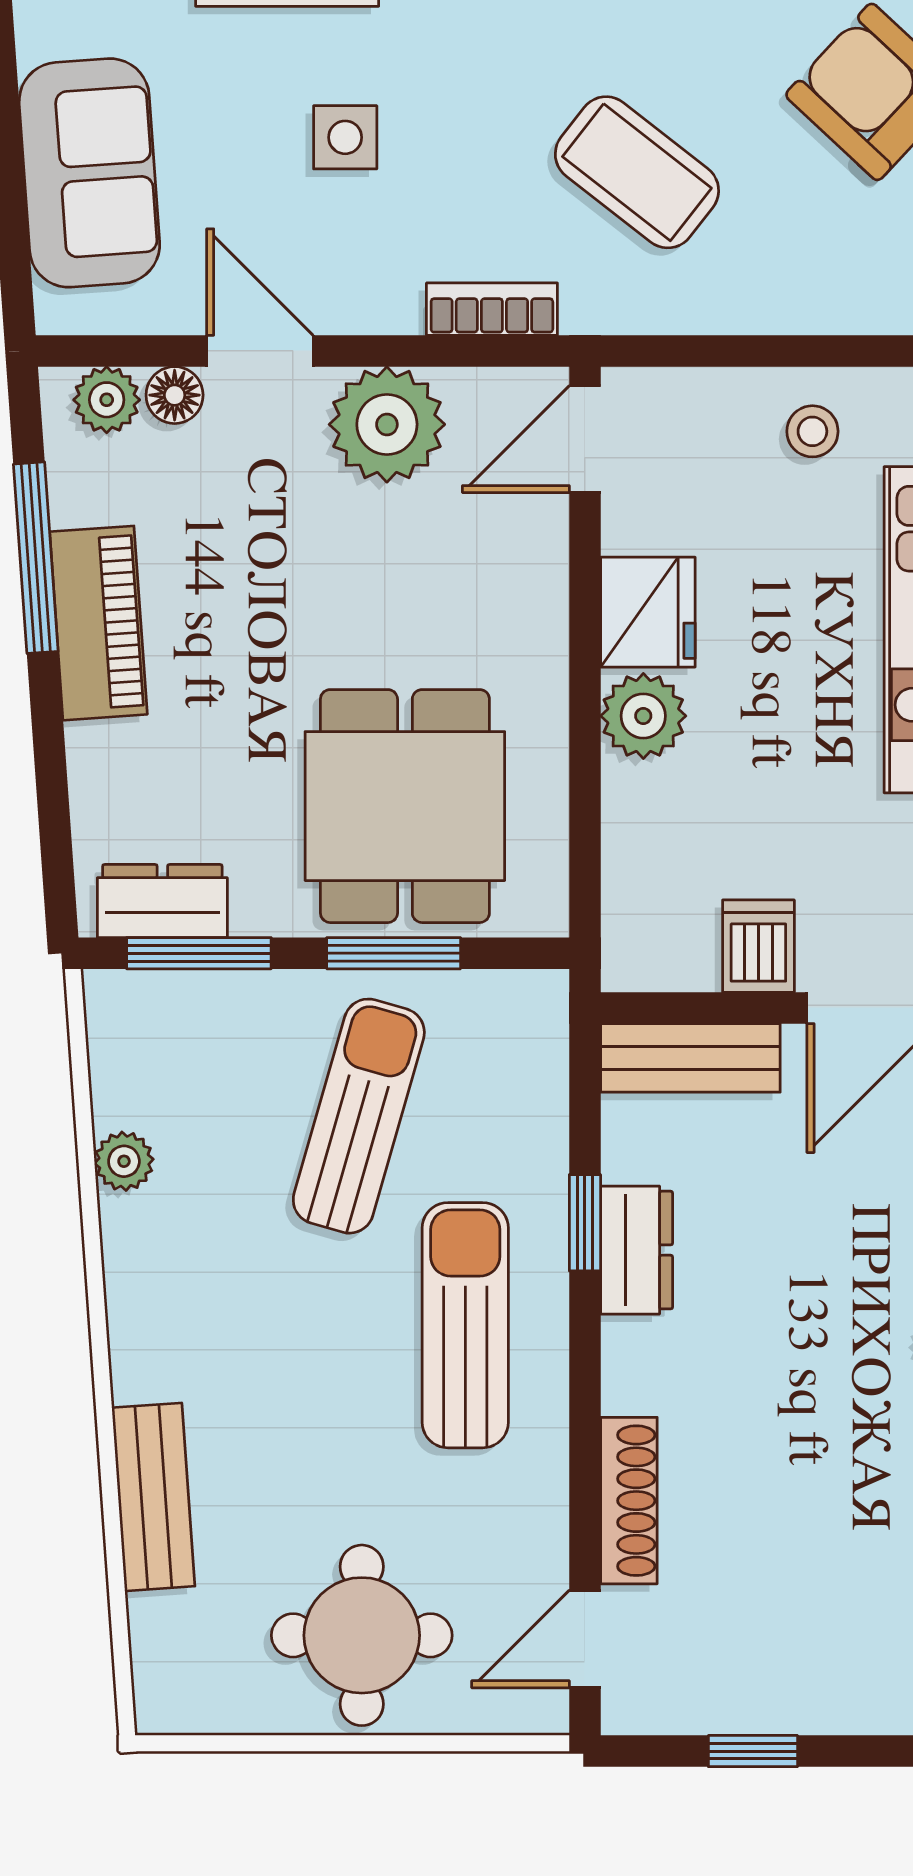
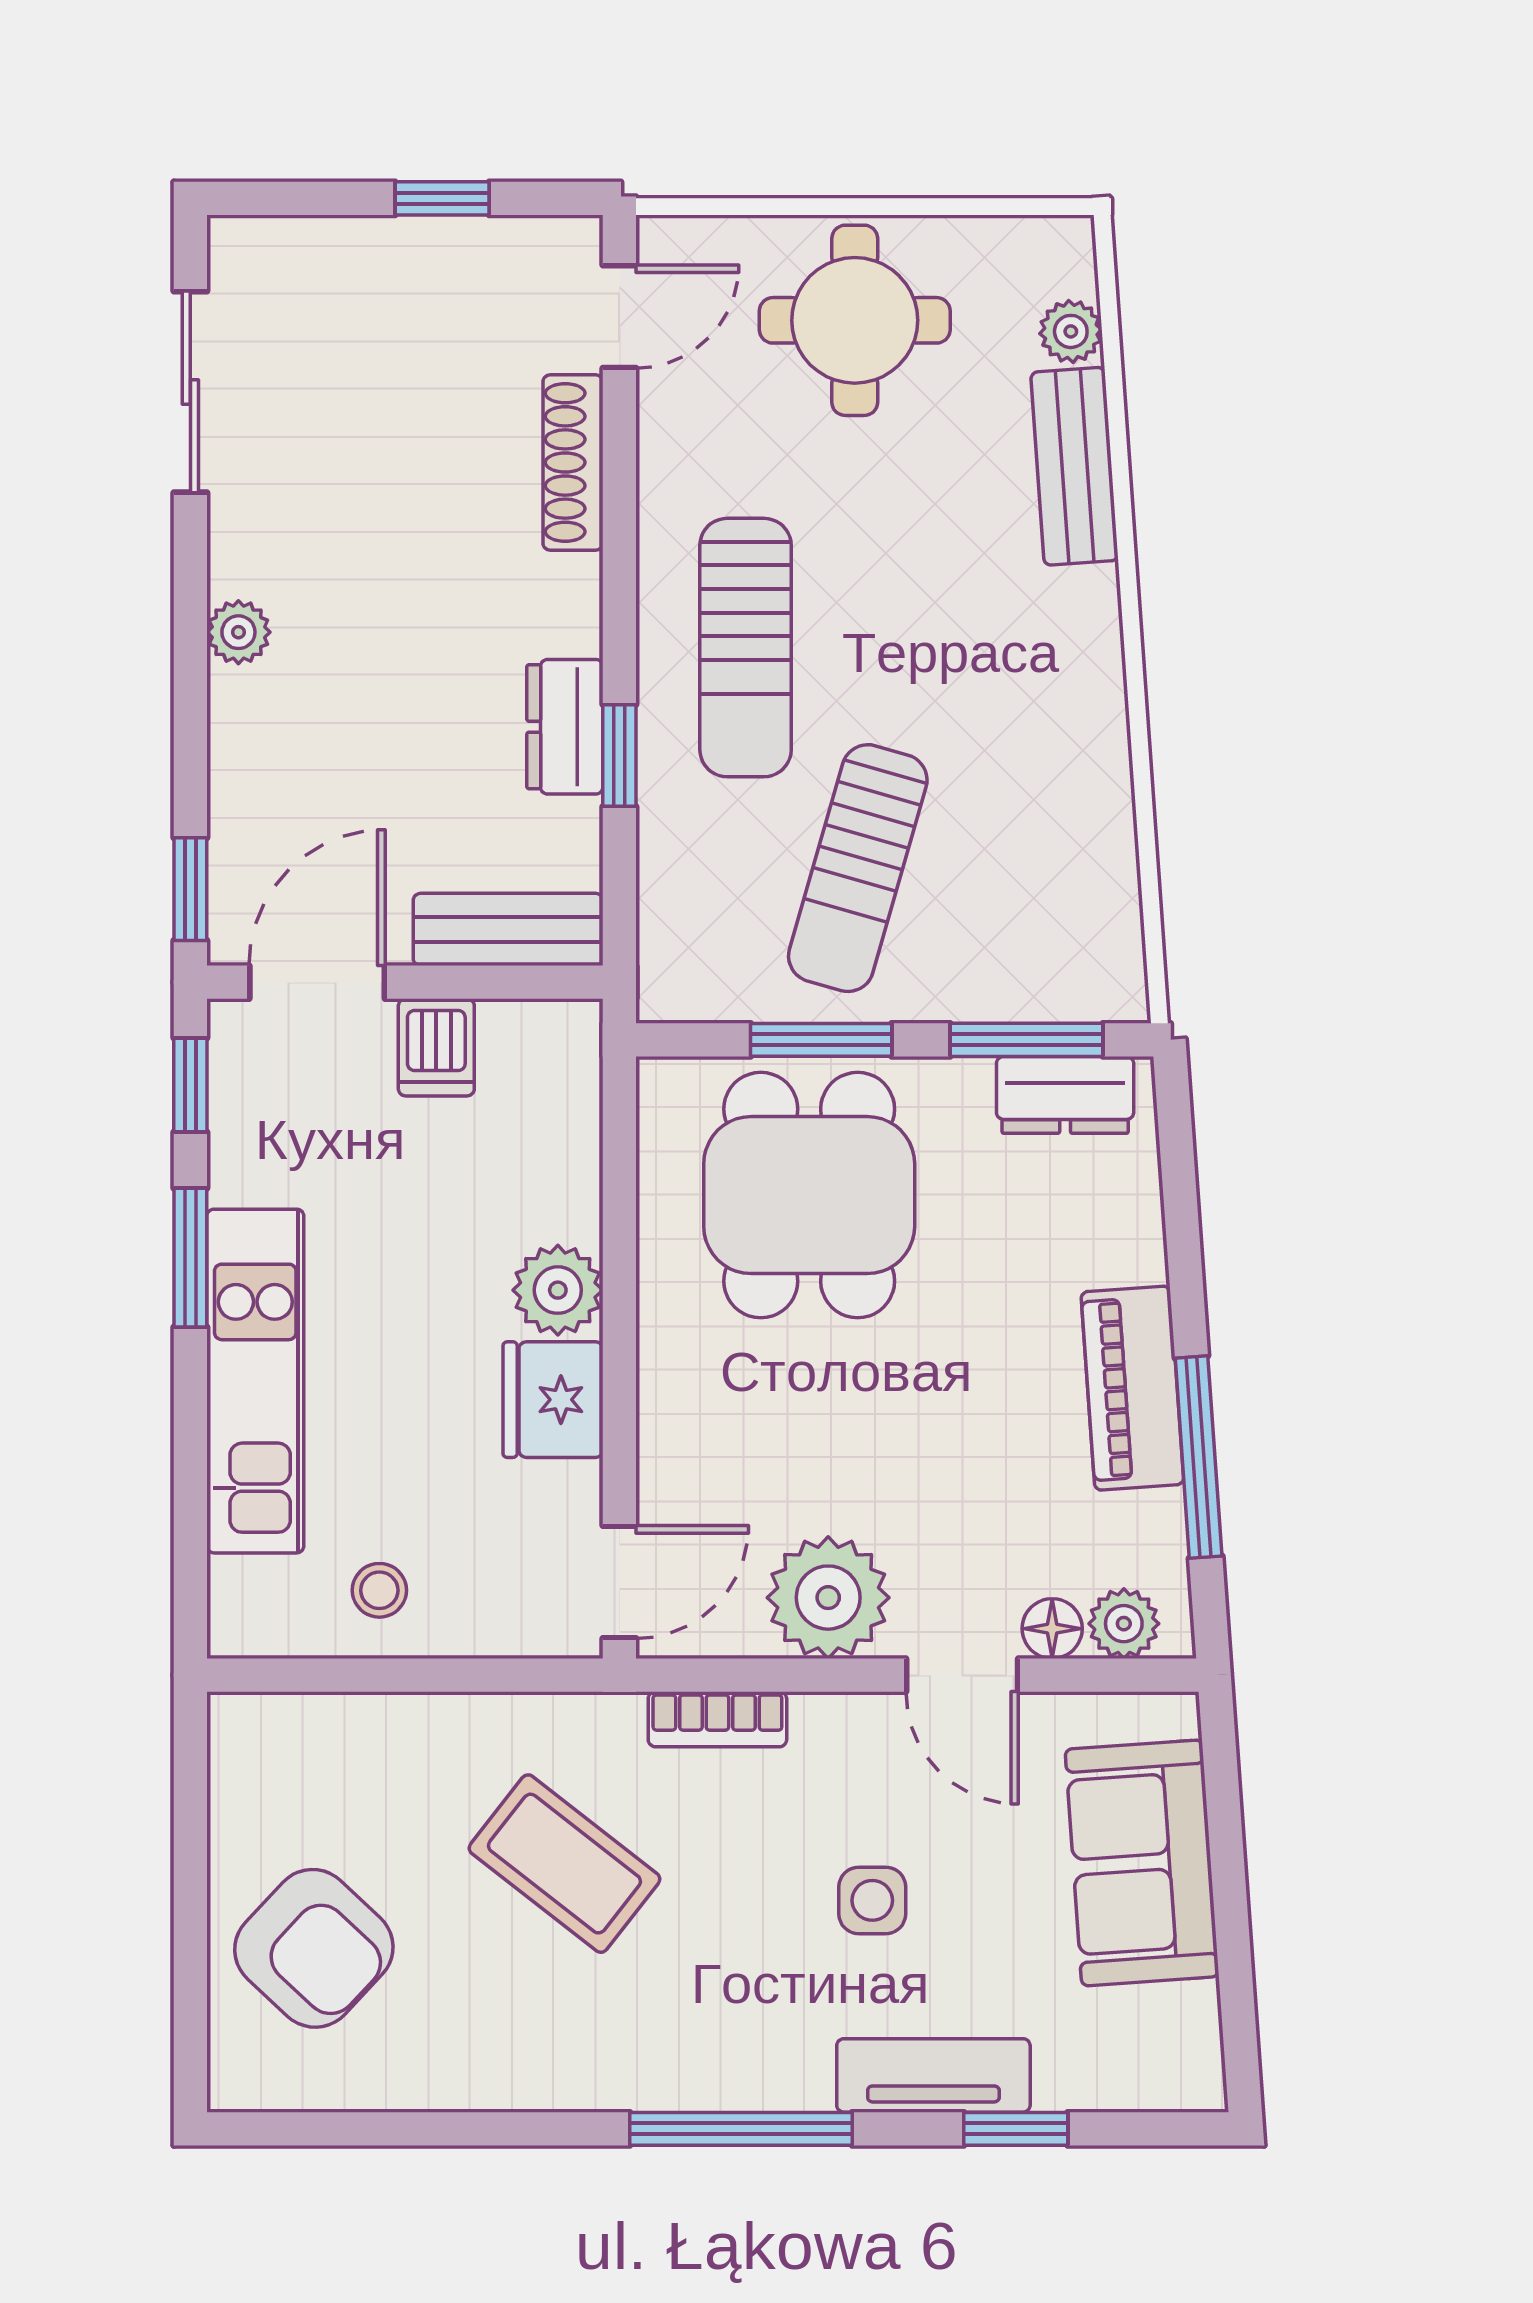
plant: (124, 1161) -> (1071, 331), moved

